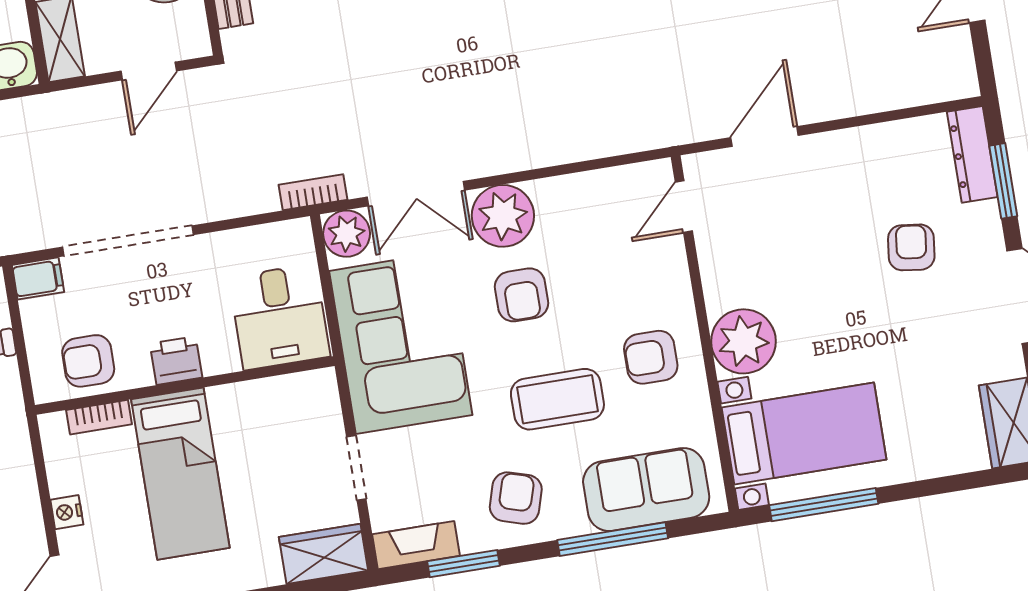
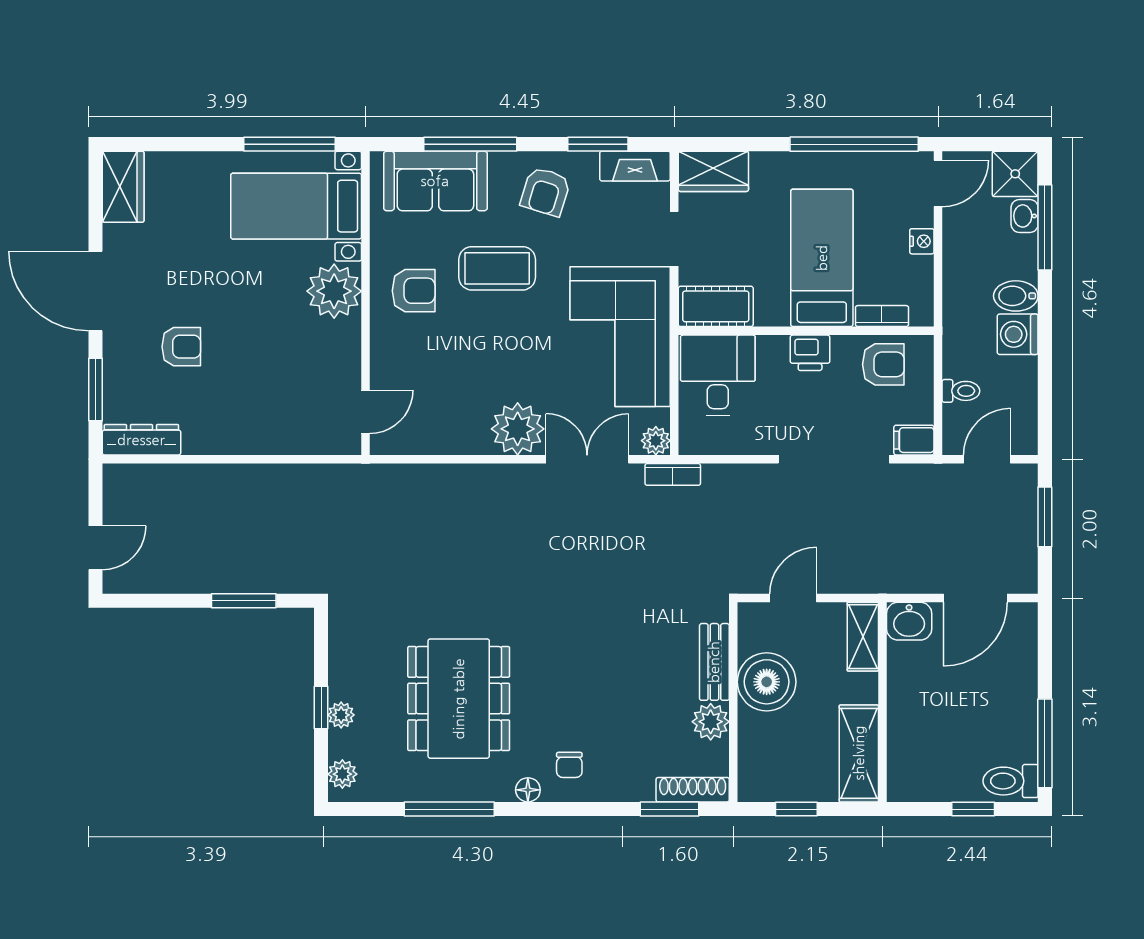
door: (765, 137) -> (288, 459), removed
dresser: (972, 154) -> (141, 440), moved, turned -90
plant: (347, 234) -> (656, 441), width x0.73, depth x0.73
armchair: (911, 247) -> (181, 347), turned -97
armchair: (522, 295) -> (513, 360), removed
cot: (295, 397) -> (716, 306), added

